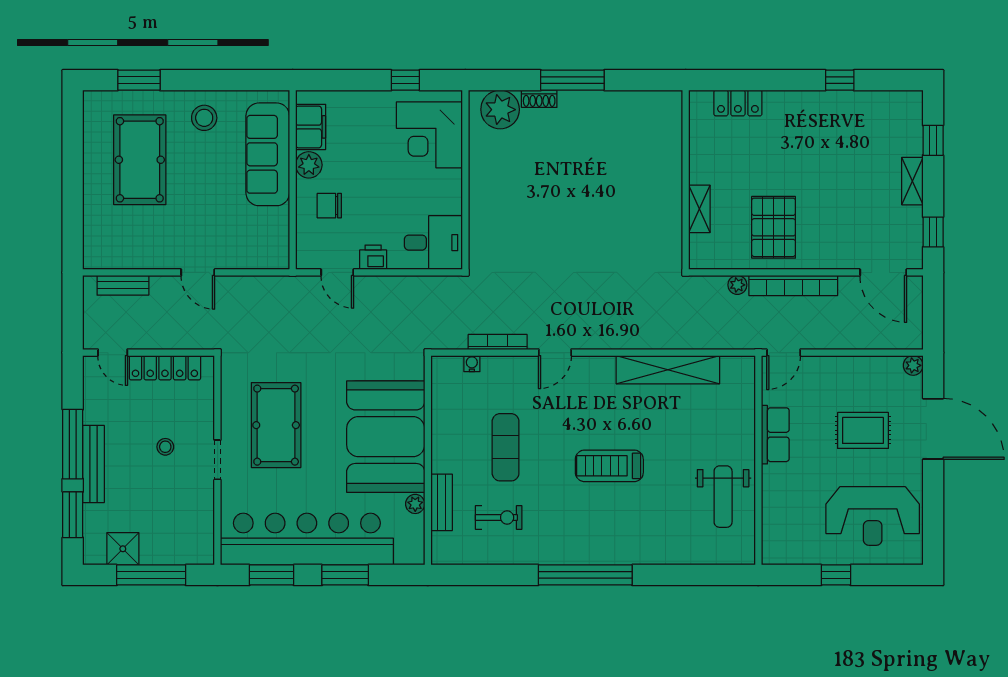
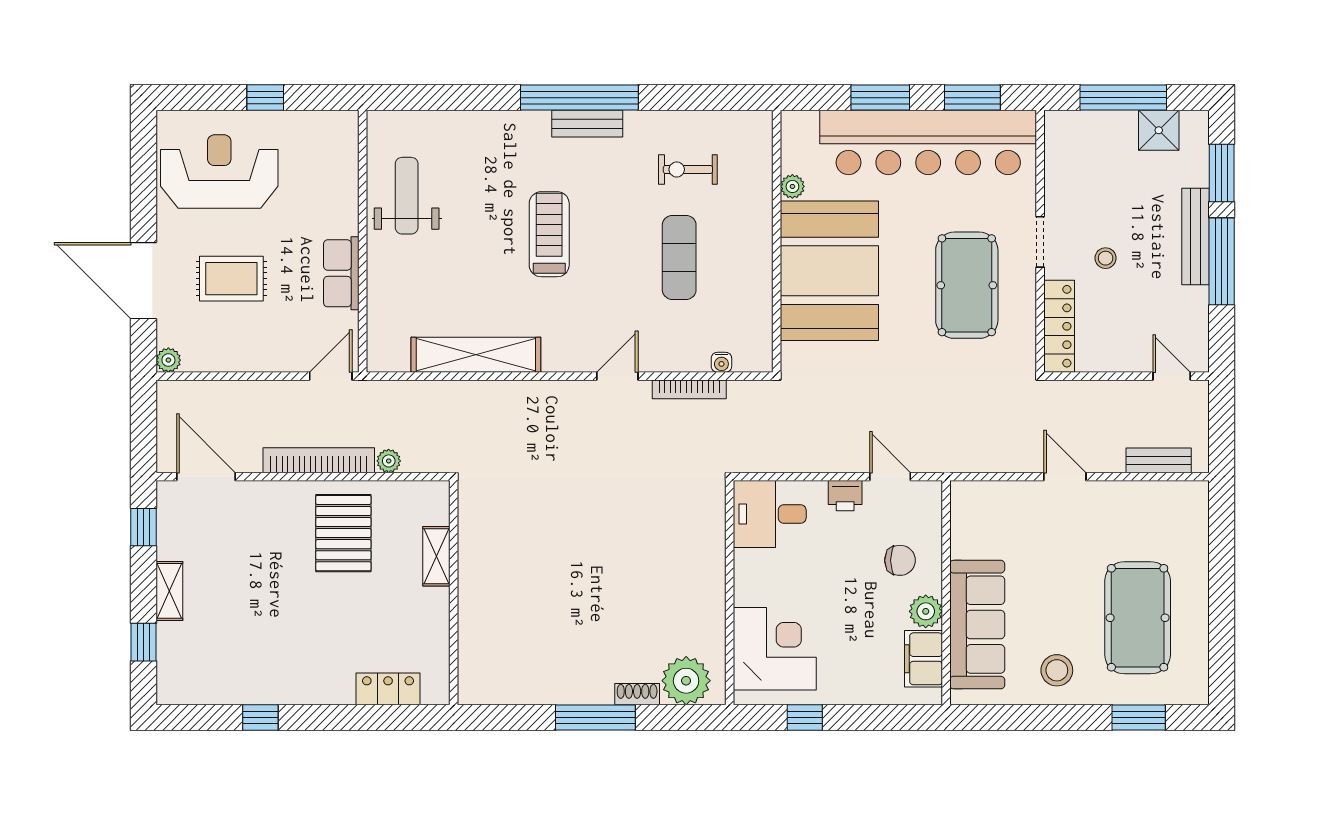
locker: (165, 368) -> (1059, 326), moved, turned 90
treadmill: (609, 466) -> (549, 234), turned -90
bench: (442, 502) -> (587, 124), moved, turned 90

